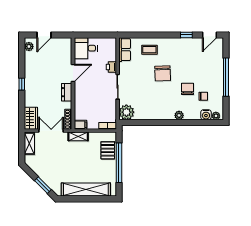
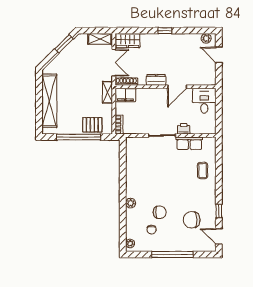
row of seats: (125, 50) -> (189, 143), moved
door: (73, 73) -> (177, 87), hinge flipped
chair: (163, 73) -> (192, 220), moved
plant: (126, 112) -> (134, 145), removed
water cooler: (206, 115) -> (131, 233), removed
filing cabinet: (80, 125) -> (125, 95), width x2.00
window: (43, 185) -> (64, 44), moved

